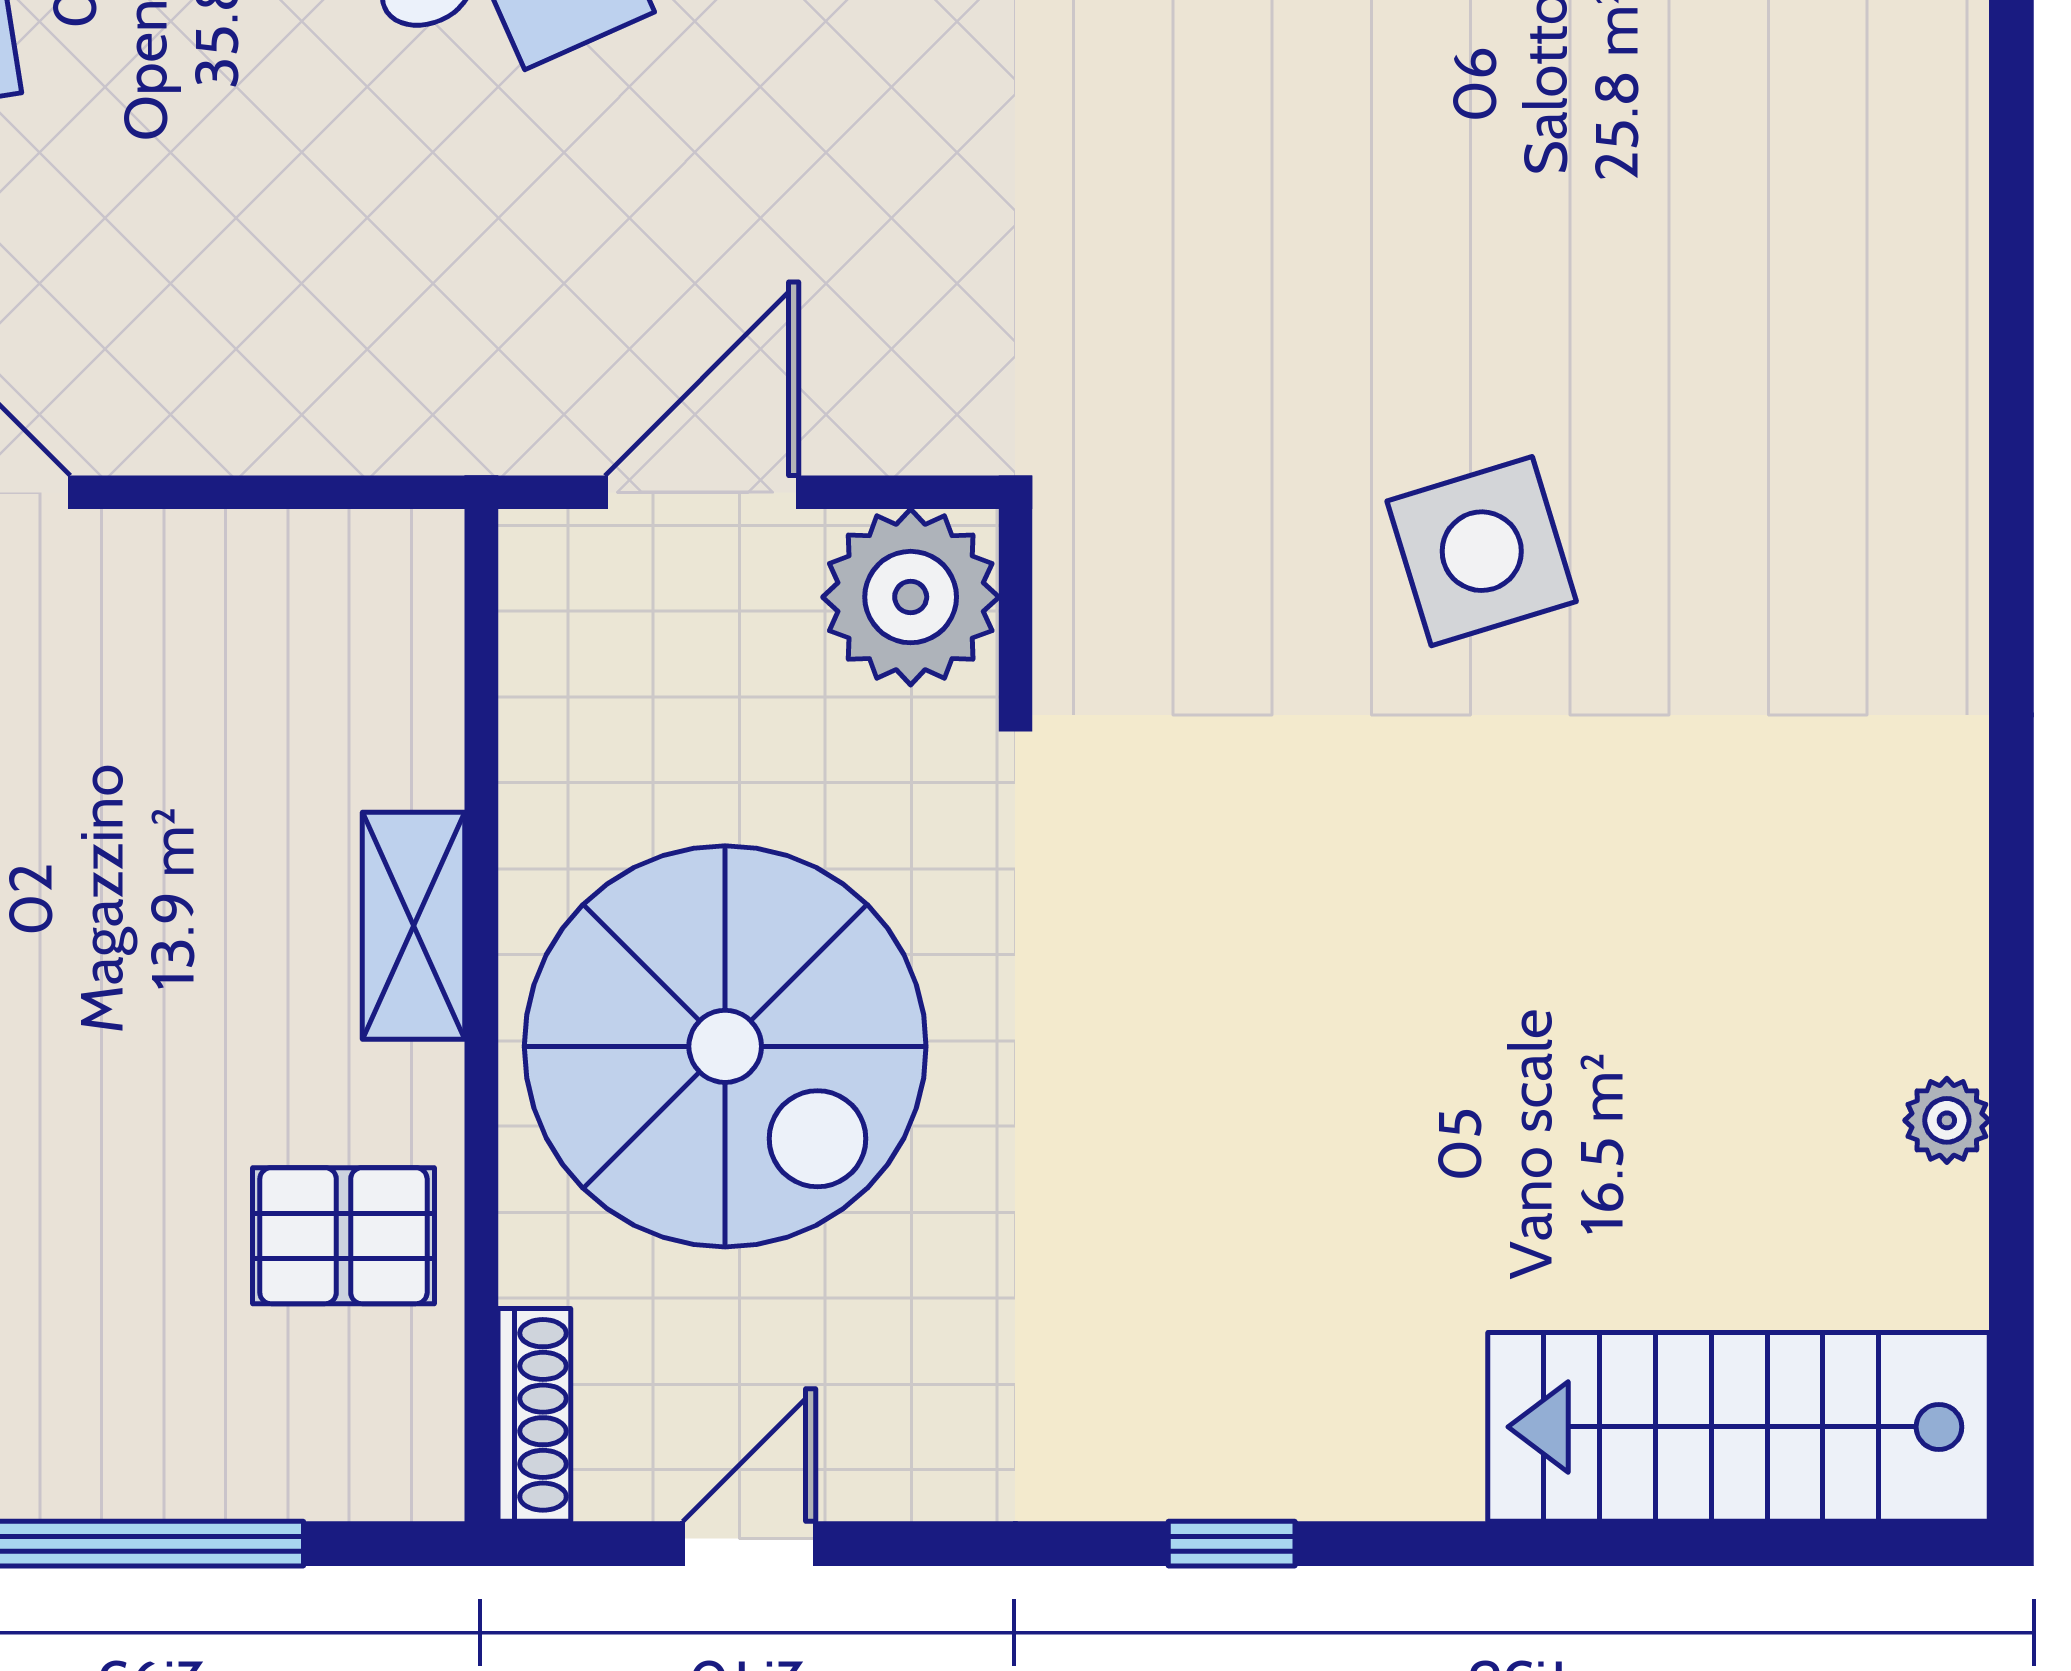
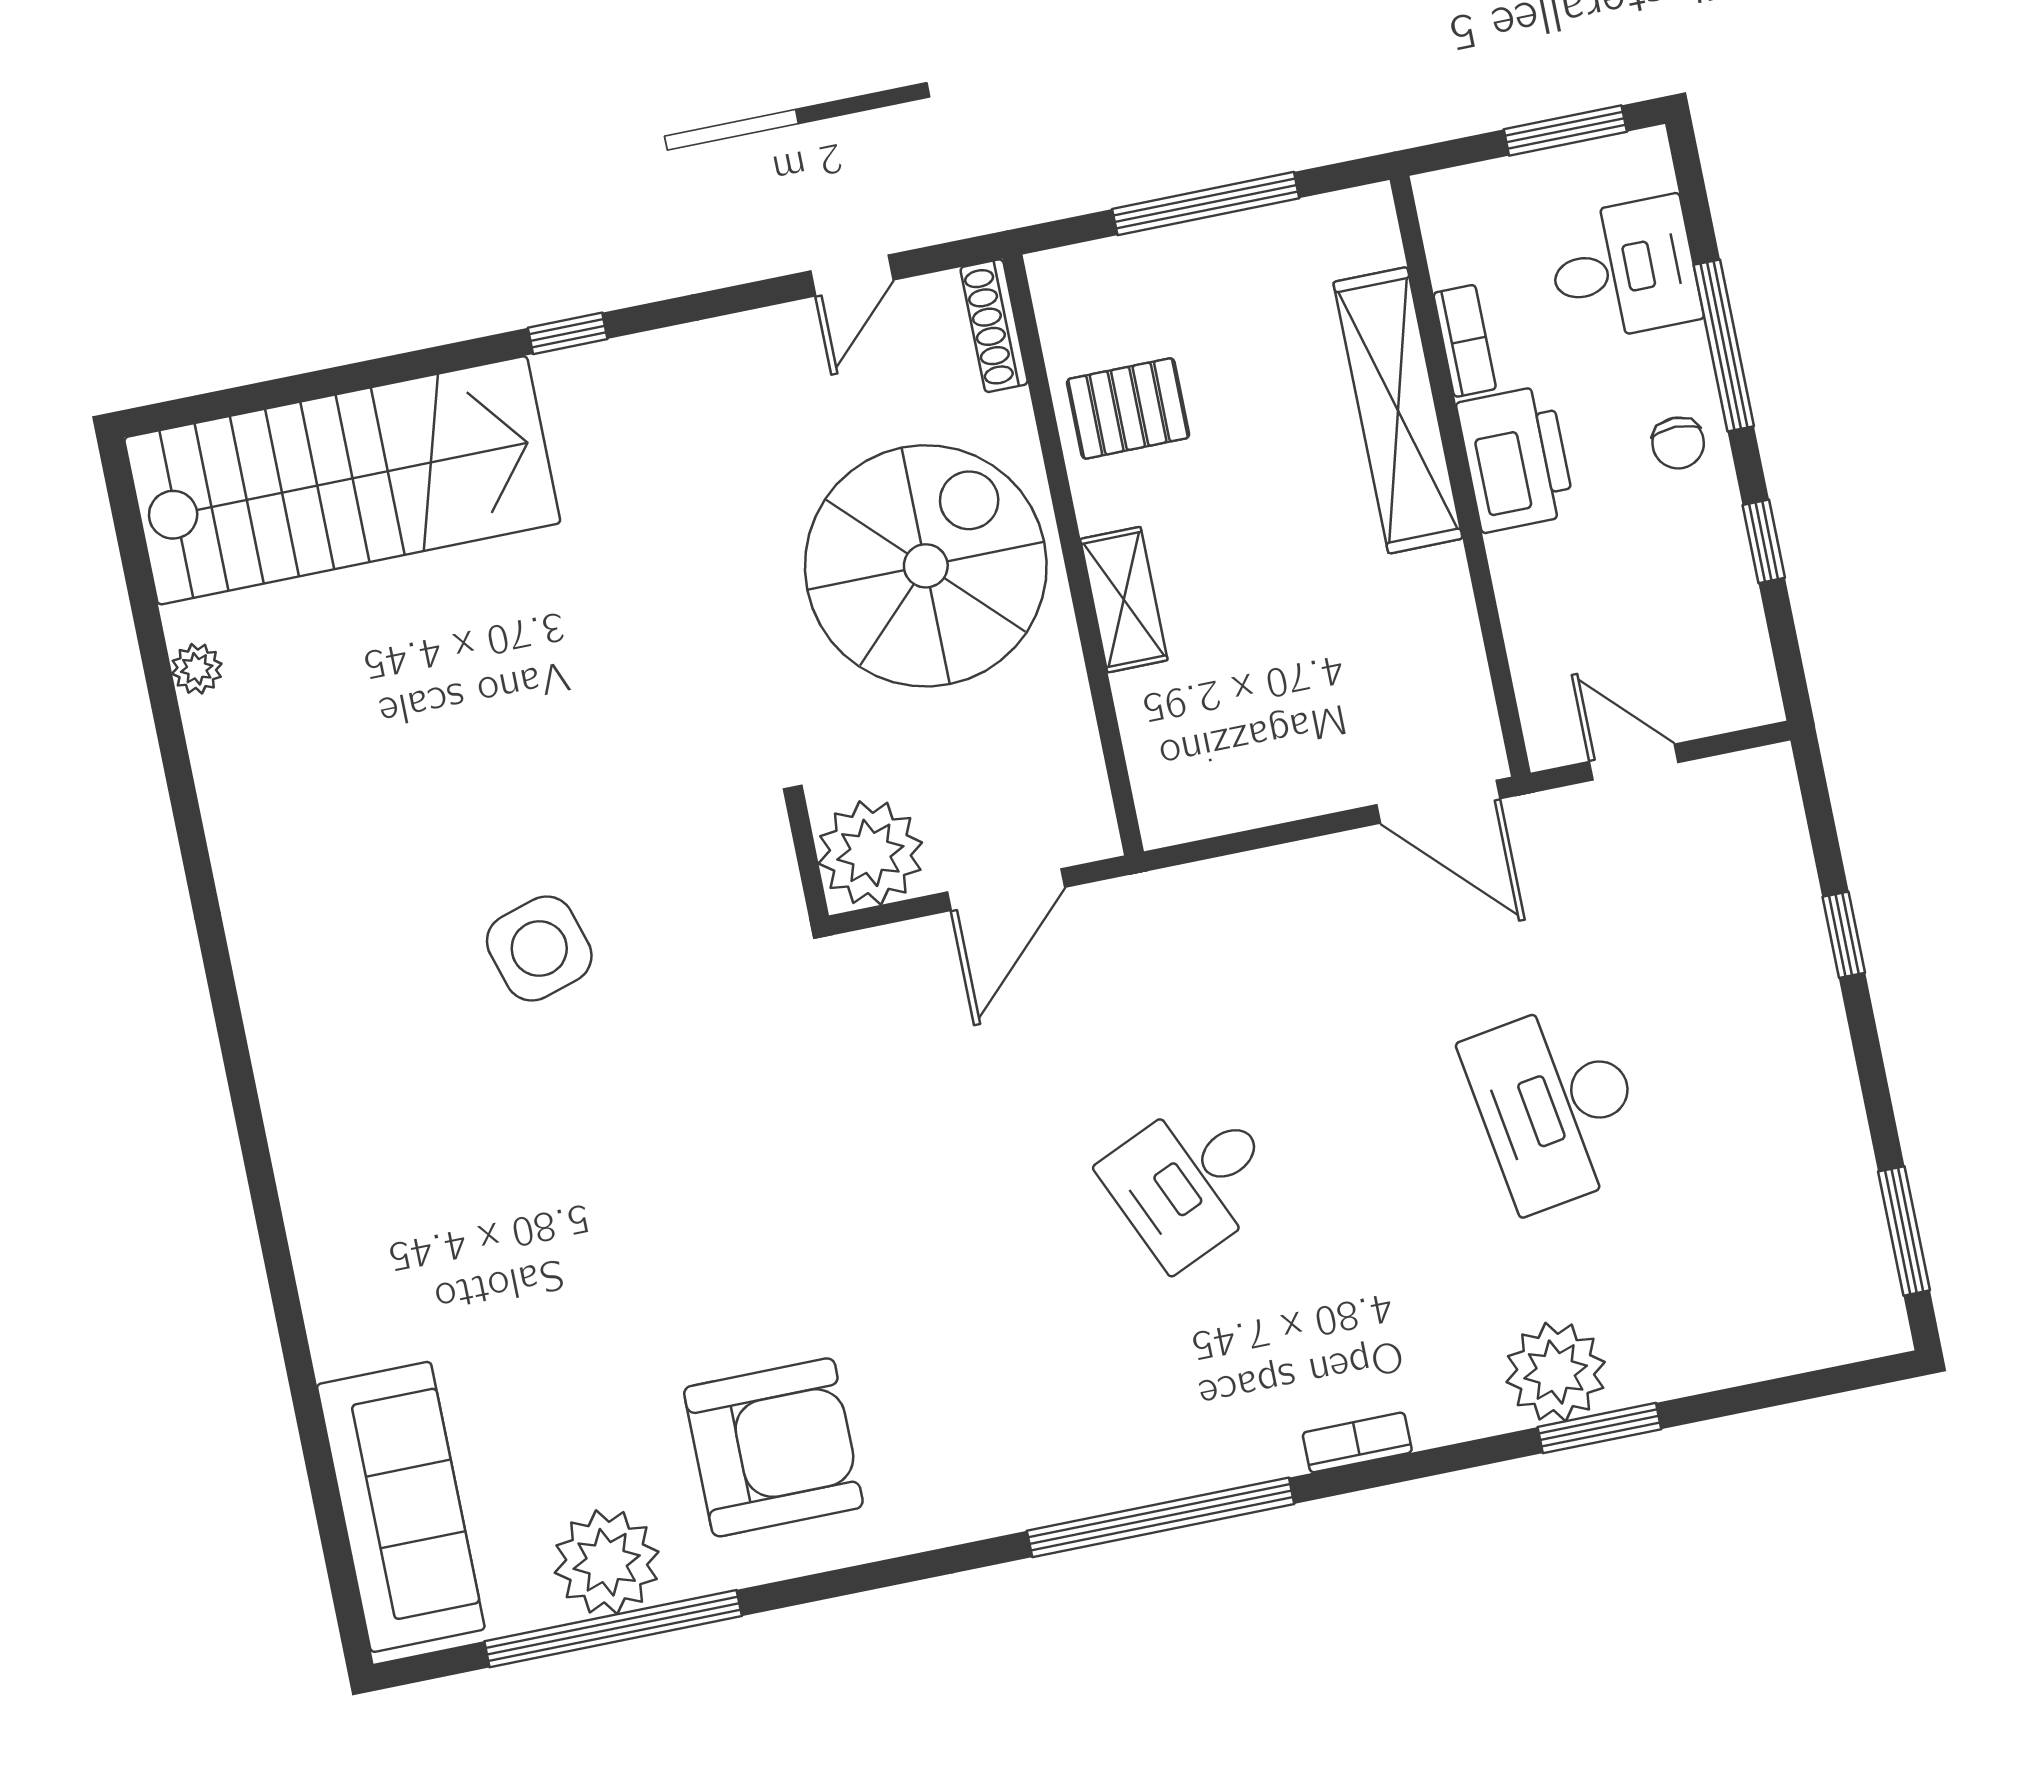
spiral stairs: (725, 1046) -> (926, 566), turned 90
stairs: (1738, 1427) -> (342, 480), width x1.36, depth x1.51

